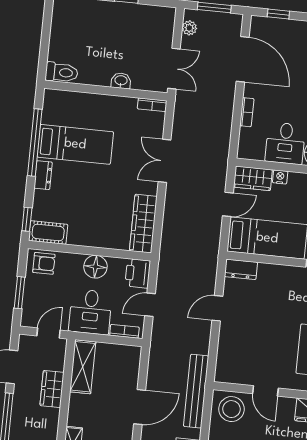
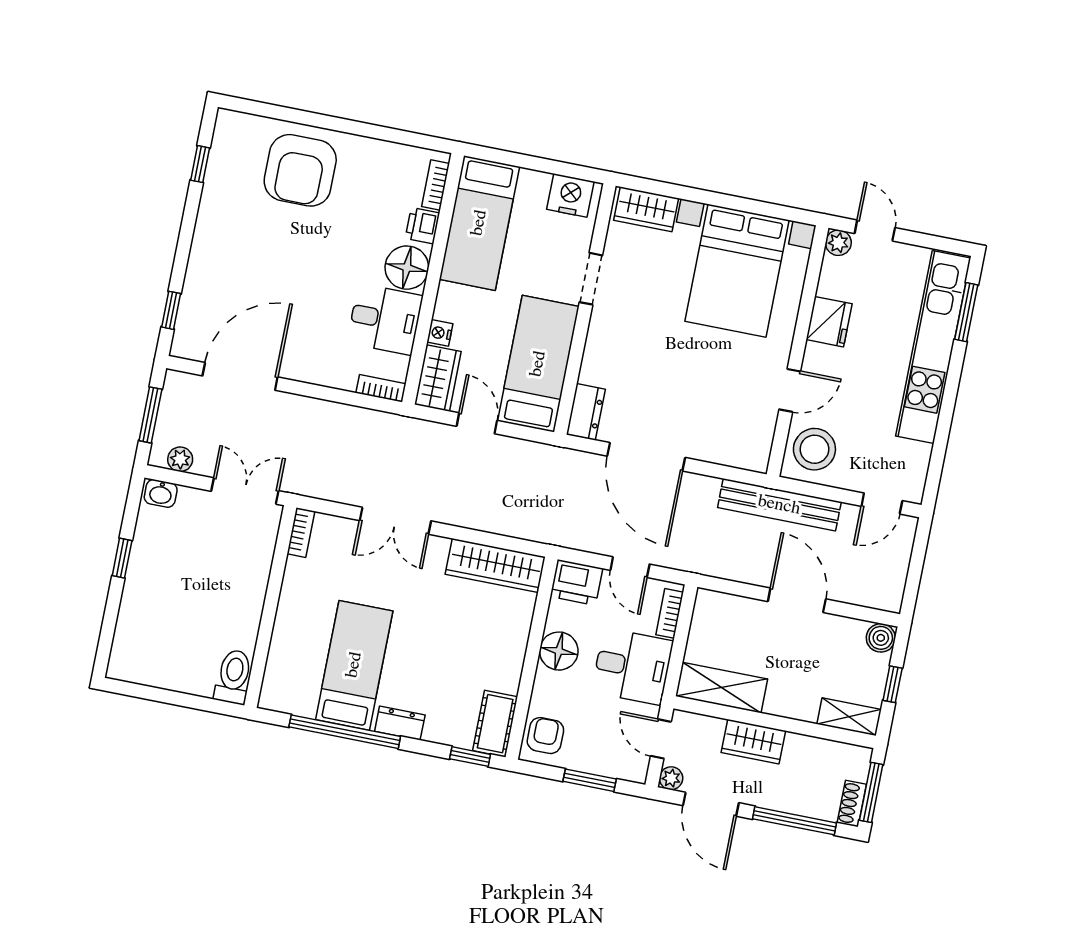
washbasin: (121, 81) -> (161, 493), moved, turned -90
bookcase: (247, 112) -> (381, 388), moved
door: (217, 308) -> (646, 457), width x1.87
plant: (25, 341) -> (671, 778), added

